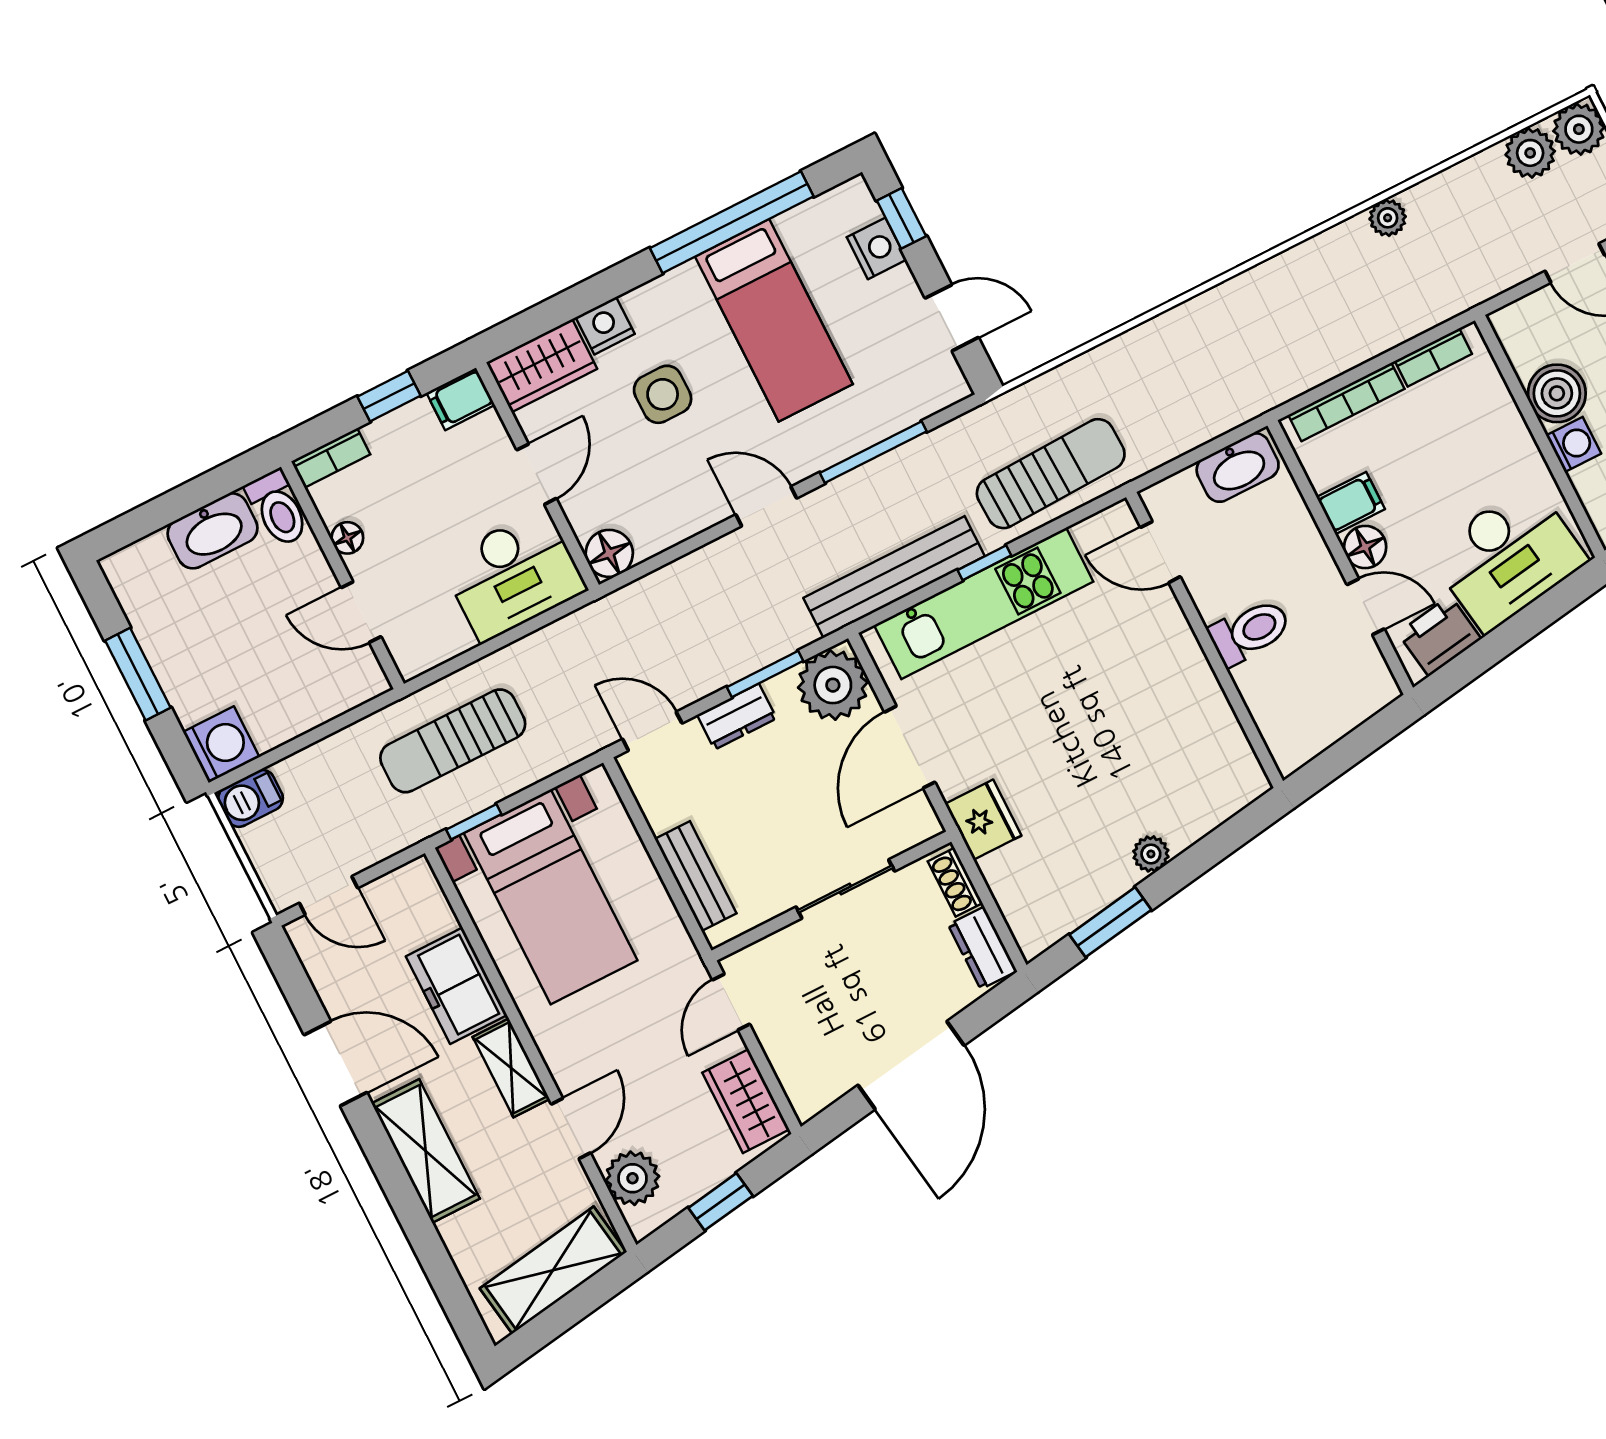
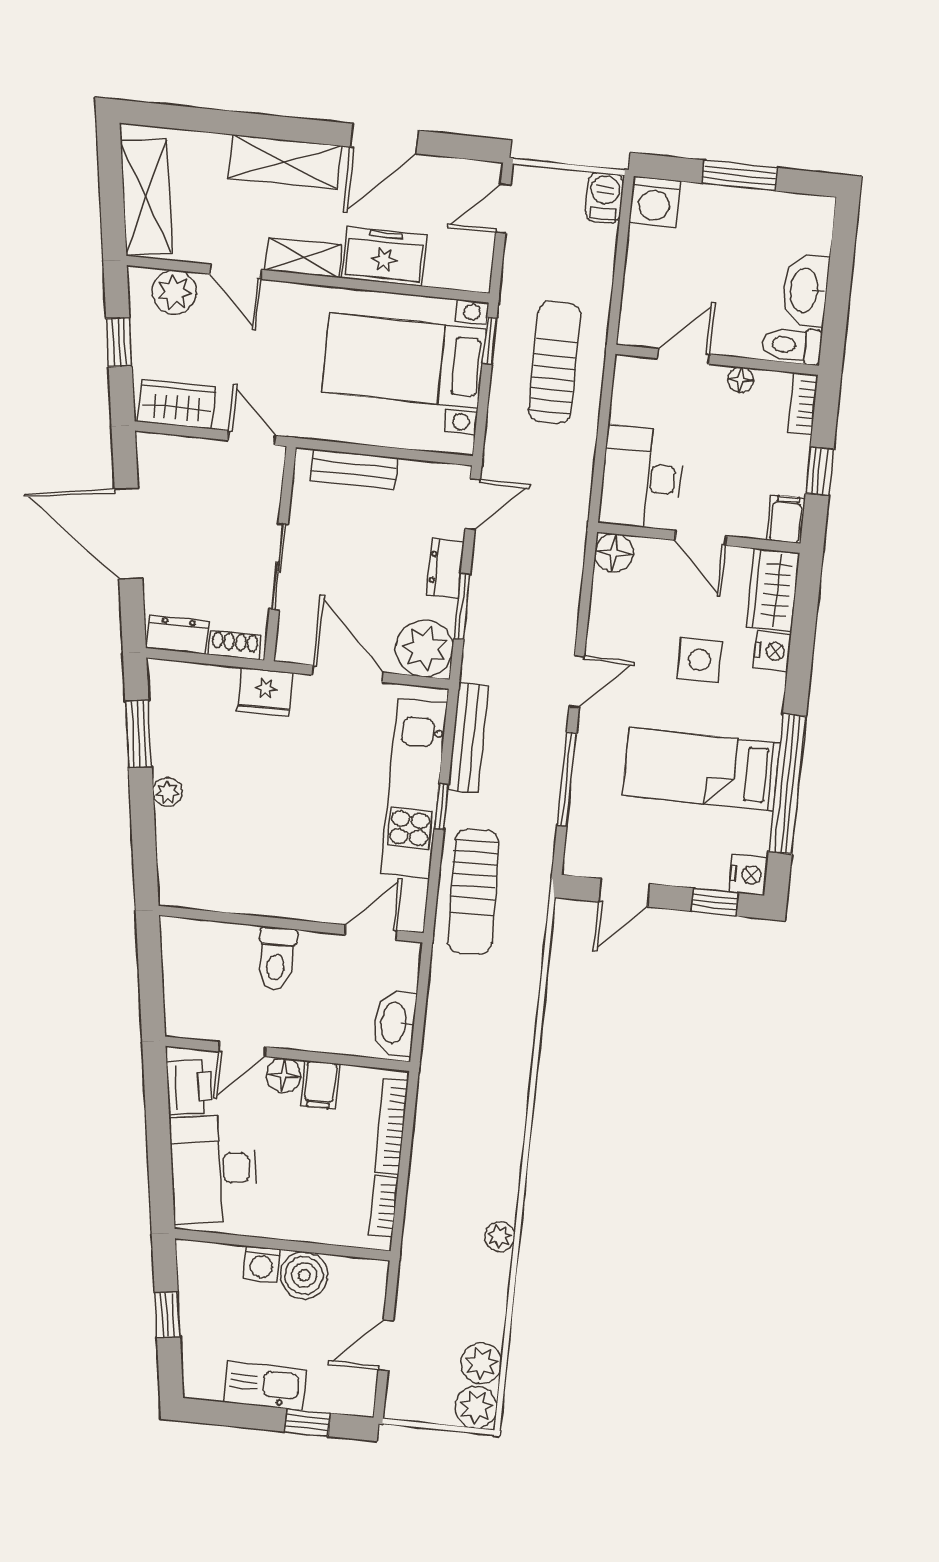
nightstand: (877, 248) -> (749, 875), moved, turned -90
bench: (894, 577) -> (468, 738), width x0.73, depth x0.82

